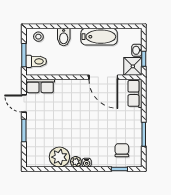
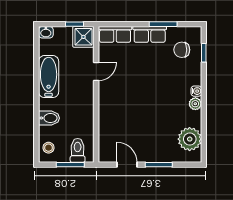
washbasin: (137, 50) -> (46, 32), moved
door: (103, 77) -> (96, 71), width x0.53
row of seats: (40, 86) -> (150, 34), moved, turned 90
door: (24, 104) -> (127, 165), swing flipped
plant: (59, 157) -> (190, 139), moved

